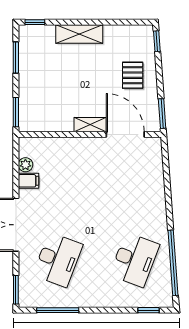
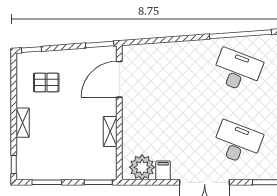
shelving: (79, 34) -> (23, 123), width x0.67, depth x0.75
pallet: (133, 75) -> (46, 82), moved
shelving: (90, 125) -> (110, 131), moved
plant: (25, 165) -> (142, 167), width x1.88, depth x1.88

